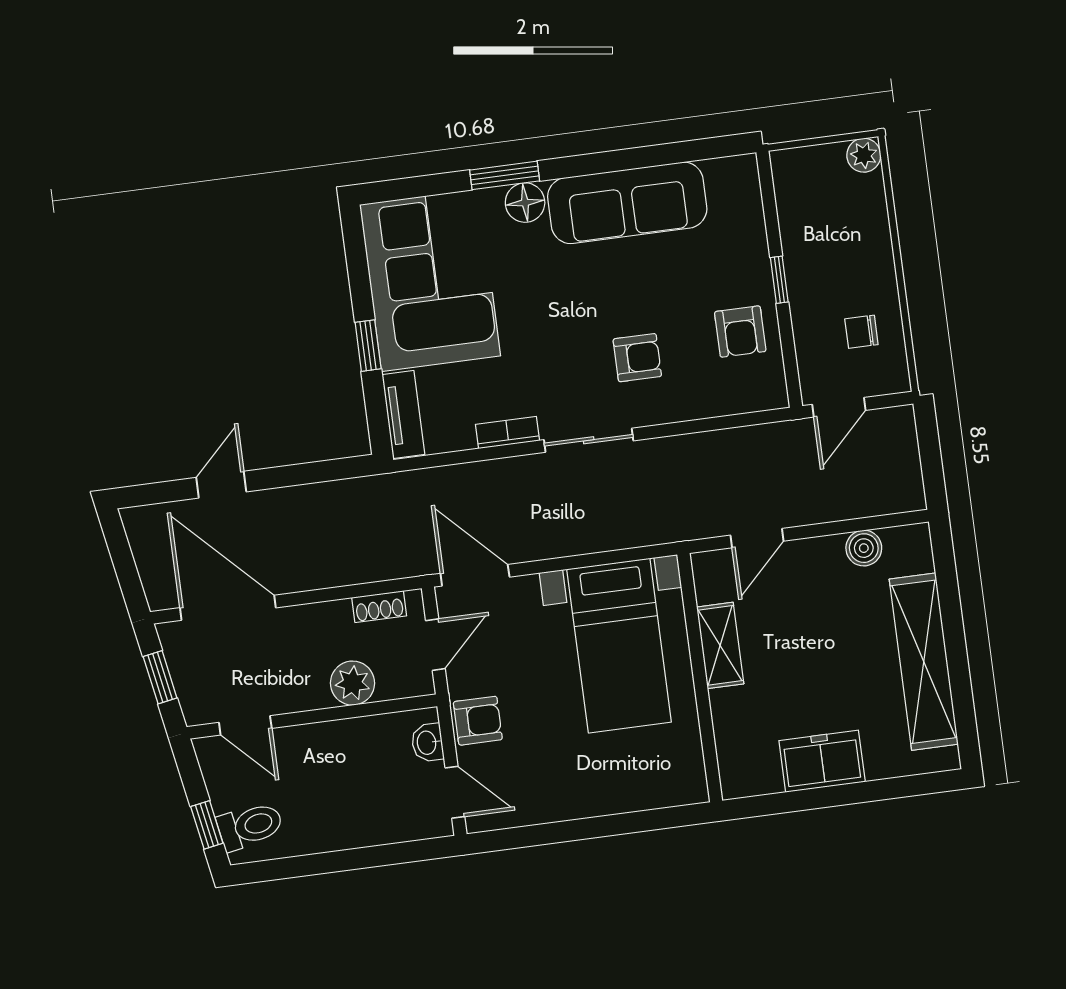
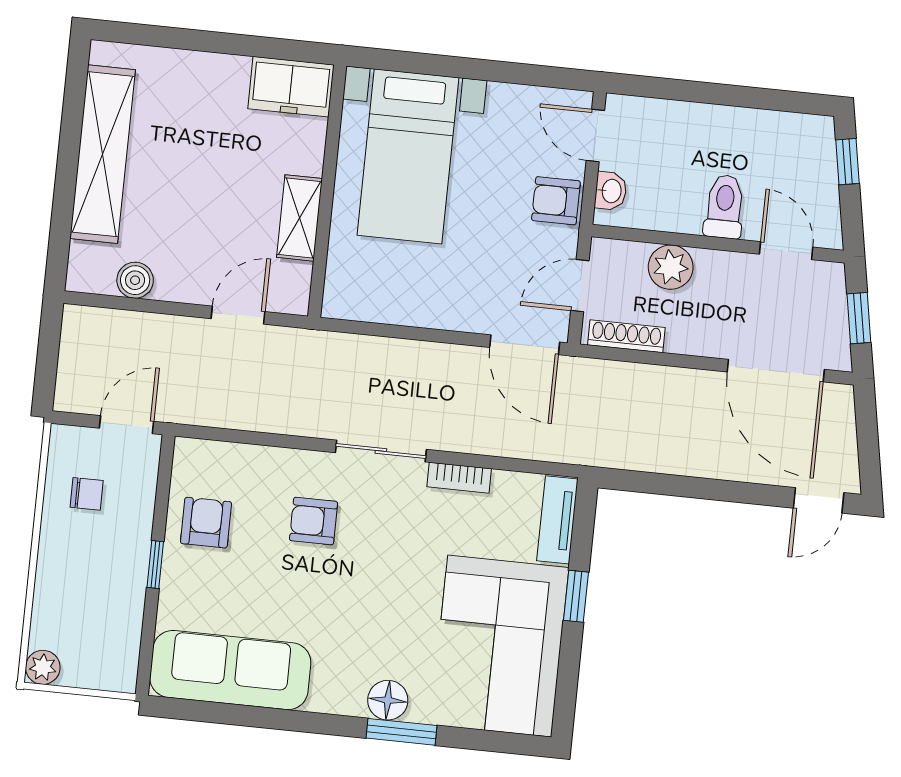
sofa: (627, 203) -> (230, 670), moved
door: (221, 485) -> (819, 500), moved
shoe rack: (379, 607) -> (626, 336), width x1.43
bed with nightstands: (619, 646) -> (408, 156), moved, turned 180
freezer: (822, 761) -> (291, 87), moved
toilet: (250, 826) -> (724, 207), moved, turned 100

